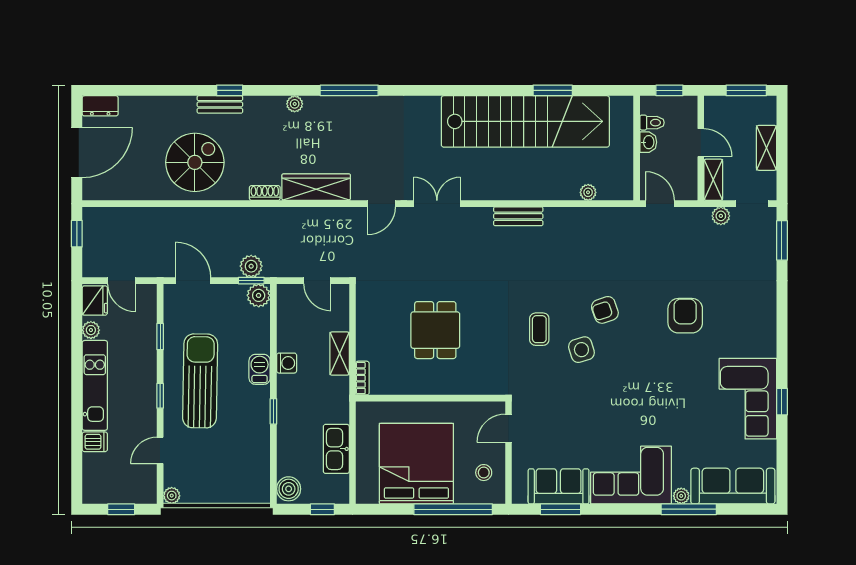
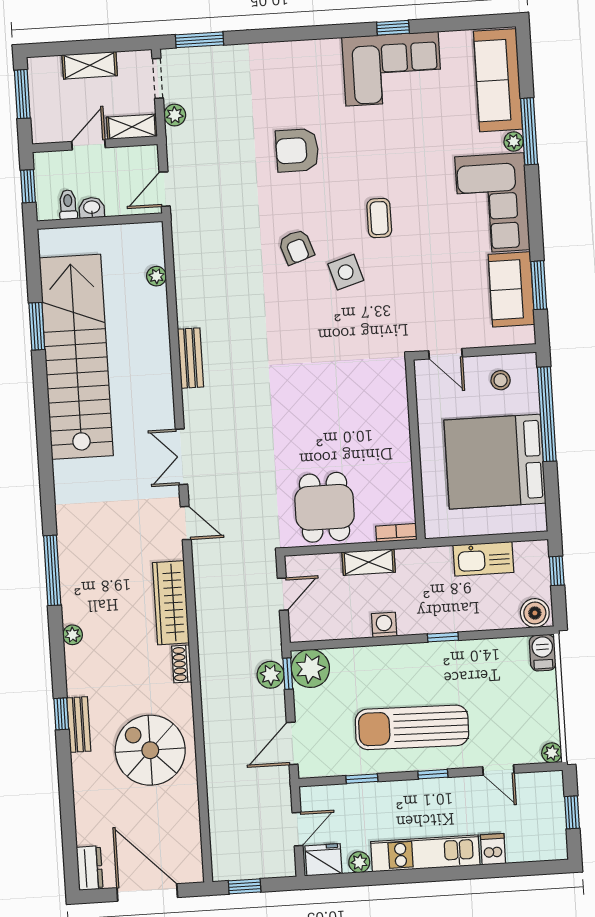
plant: (259, 295) -> (310, 668), width x1.36, depth x1.36
coffee table: (539, 329) -> (379, 218), moved, turned 90
dining table: (435, 330) -> (324, 507), moved, turned 90
barbecue: (260, 369) -> (543, 653), moved, turned 90

